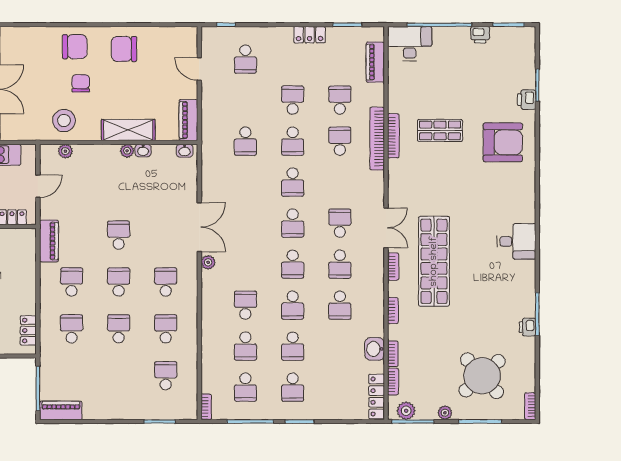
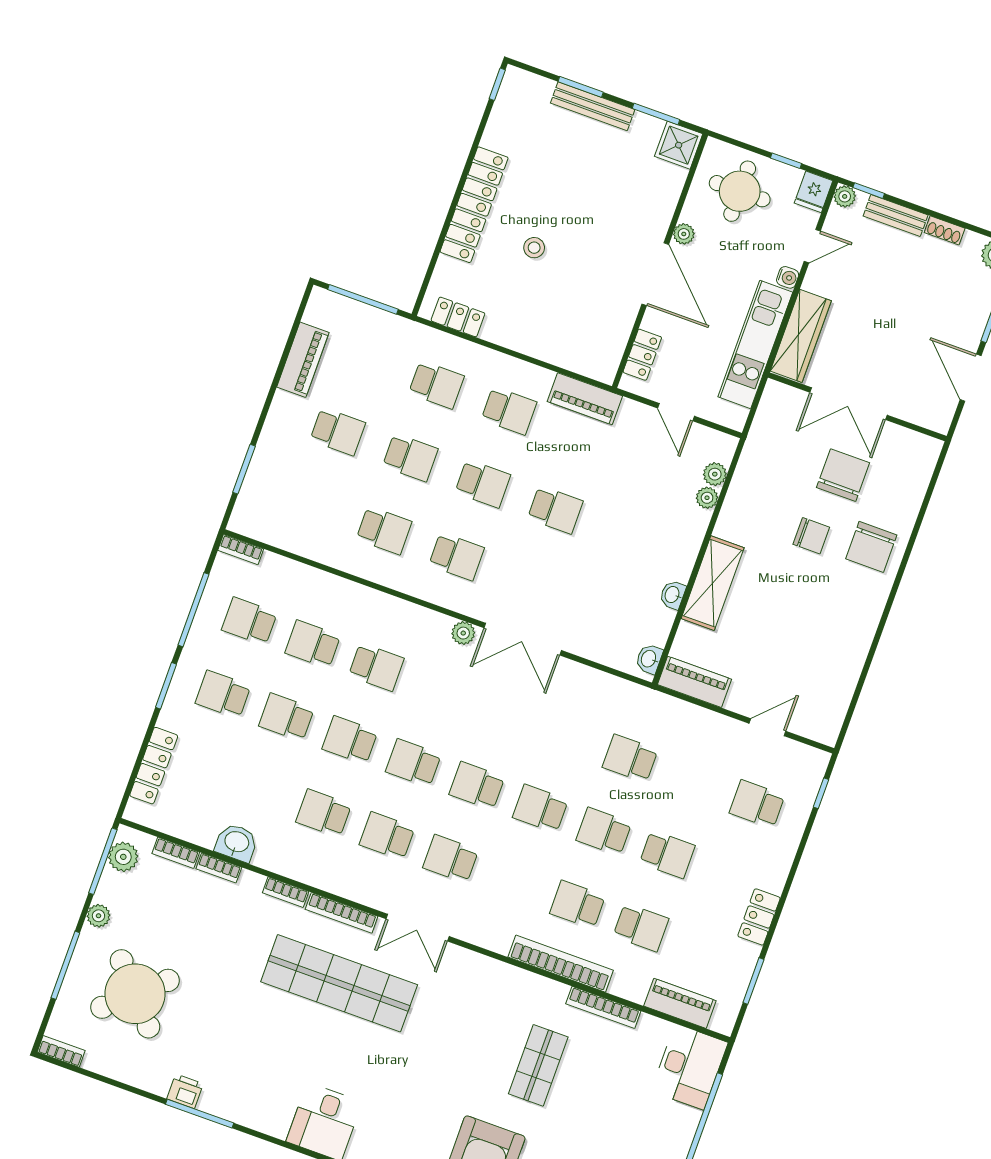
chair: (124, 49) -> (843, 475), moved
stool: (64, 121) -> (763, 489), removed
bookcase: (393, 136) -> (603, 1007), moved
school desk: (340, 141) -> (577, 905), turned 180
plant: (127, 151) -> (707, 498), moved
school desk: (340, 223) -> (451, 859), turned 180
bookcase: (393, 267) -> (342, 913), width x1.56
school desk: (166, 376) -> (338, 431), moved
locker: (377, 397) -> (154, 766), moved, turned 90
piano: (61, 410) -> (303, 360), moved

